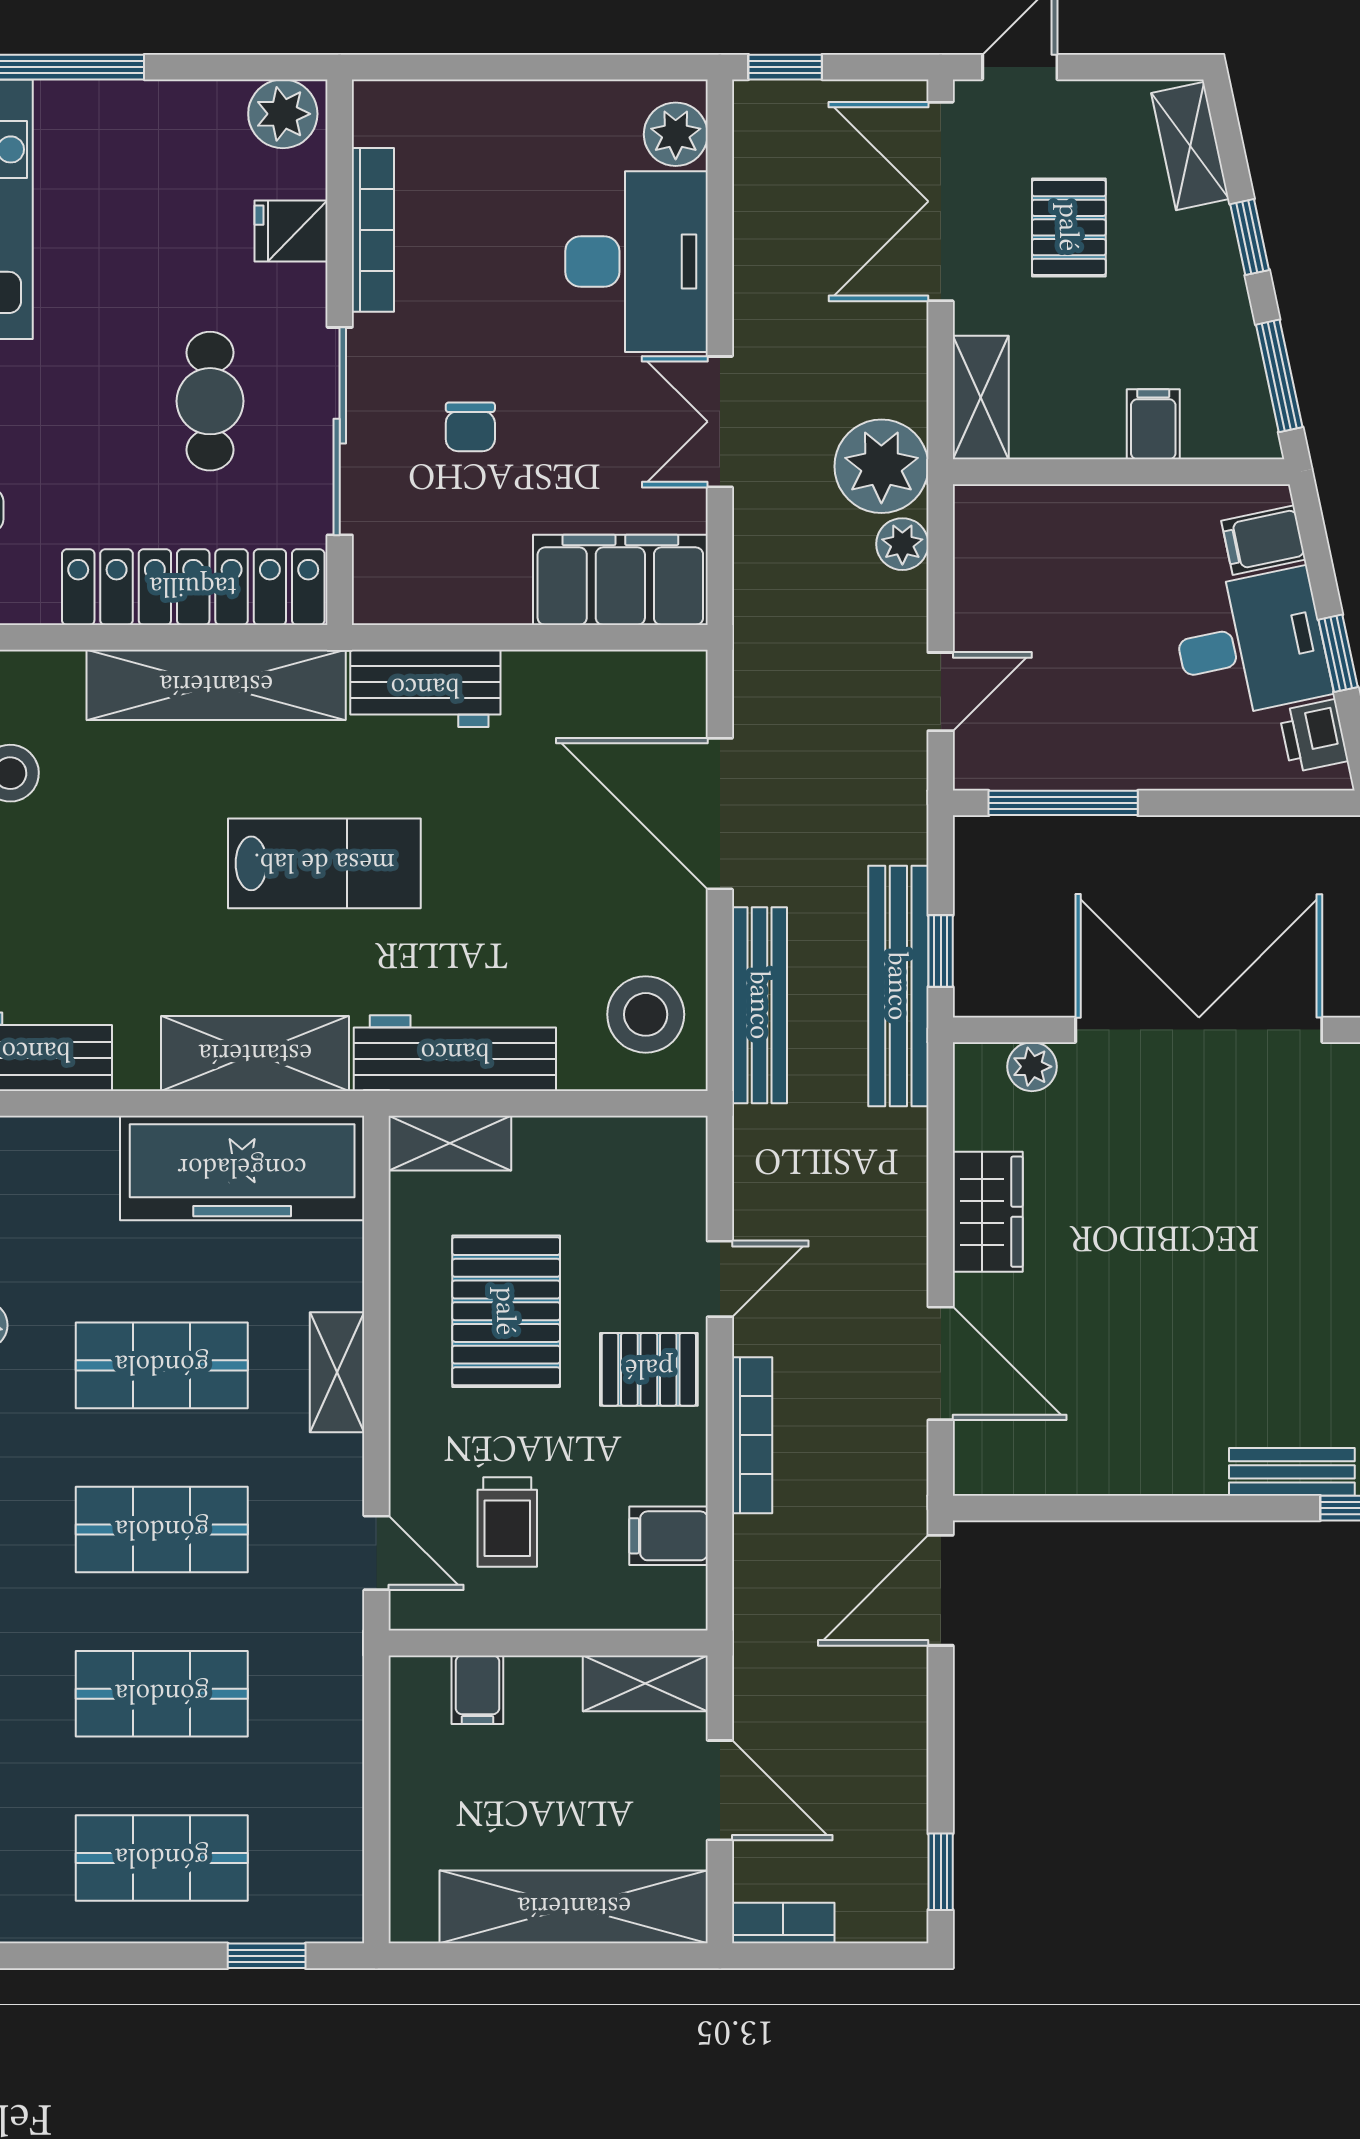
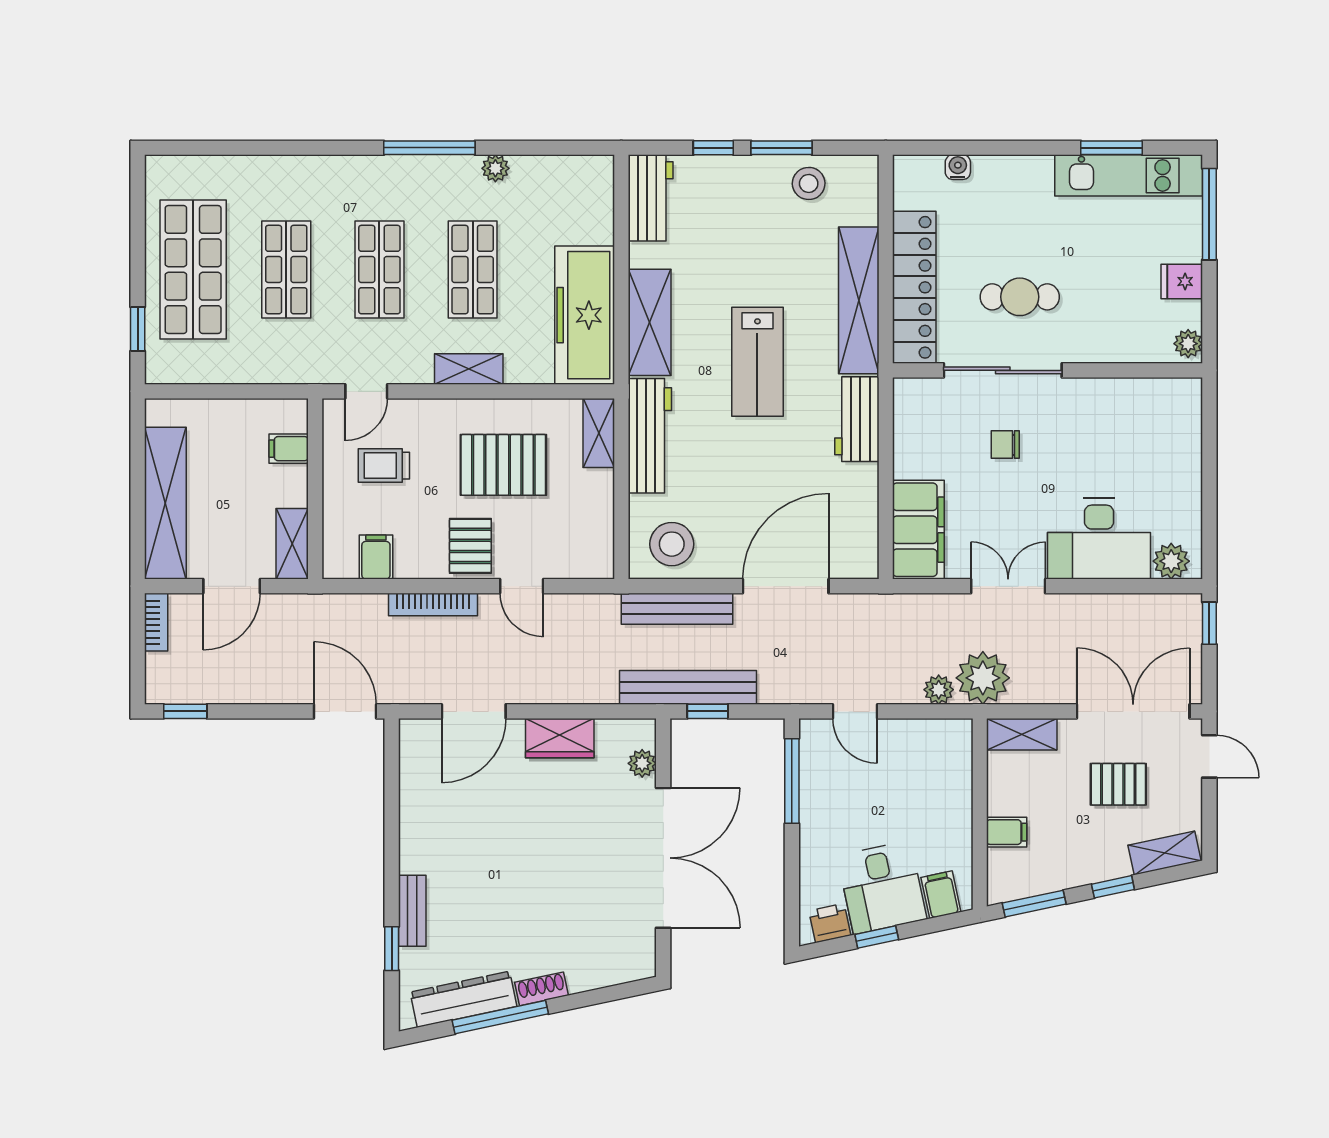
plant: (283, 114) -> (1188, 344), width x0.73, depth x0.73
bookcase: (373, 230) -> (1117, 389), removed
fridge: (291, 231) -> (1182, 281), moved, turned -90
shop shelf: (162, 1858) -> (193, 270), width x1.43, depth x1.36

